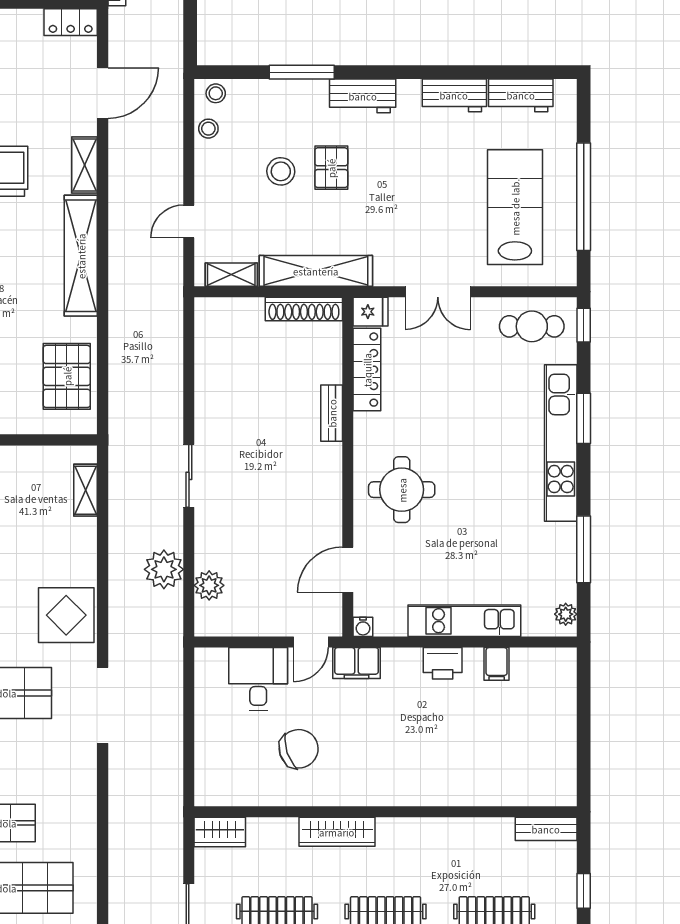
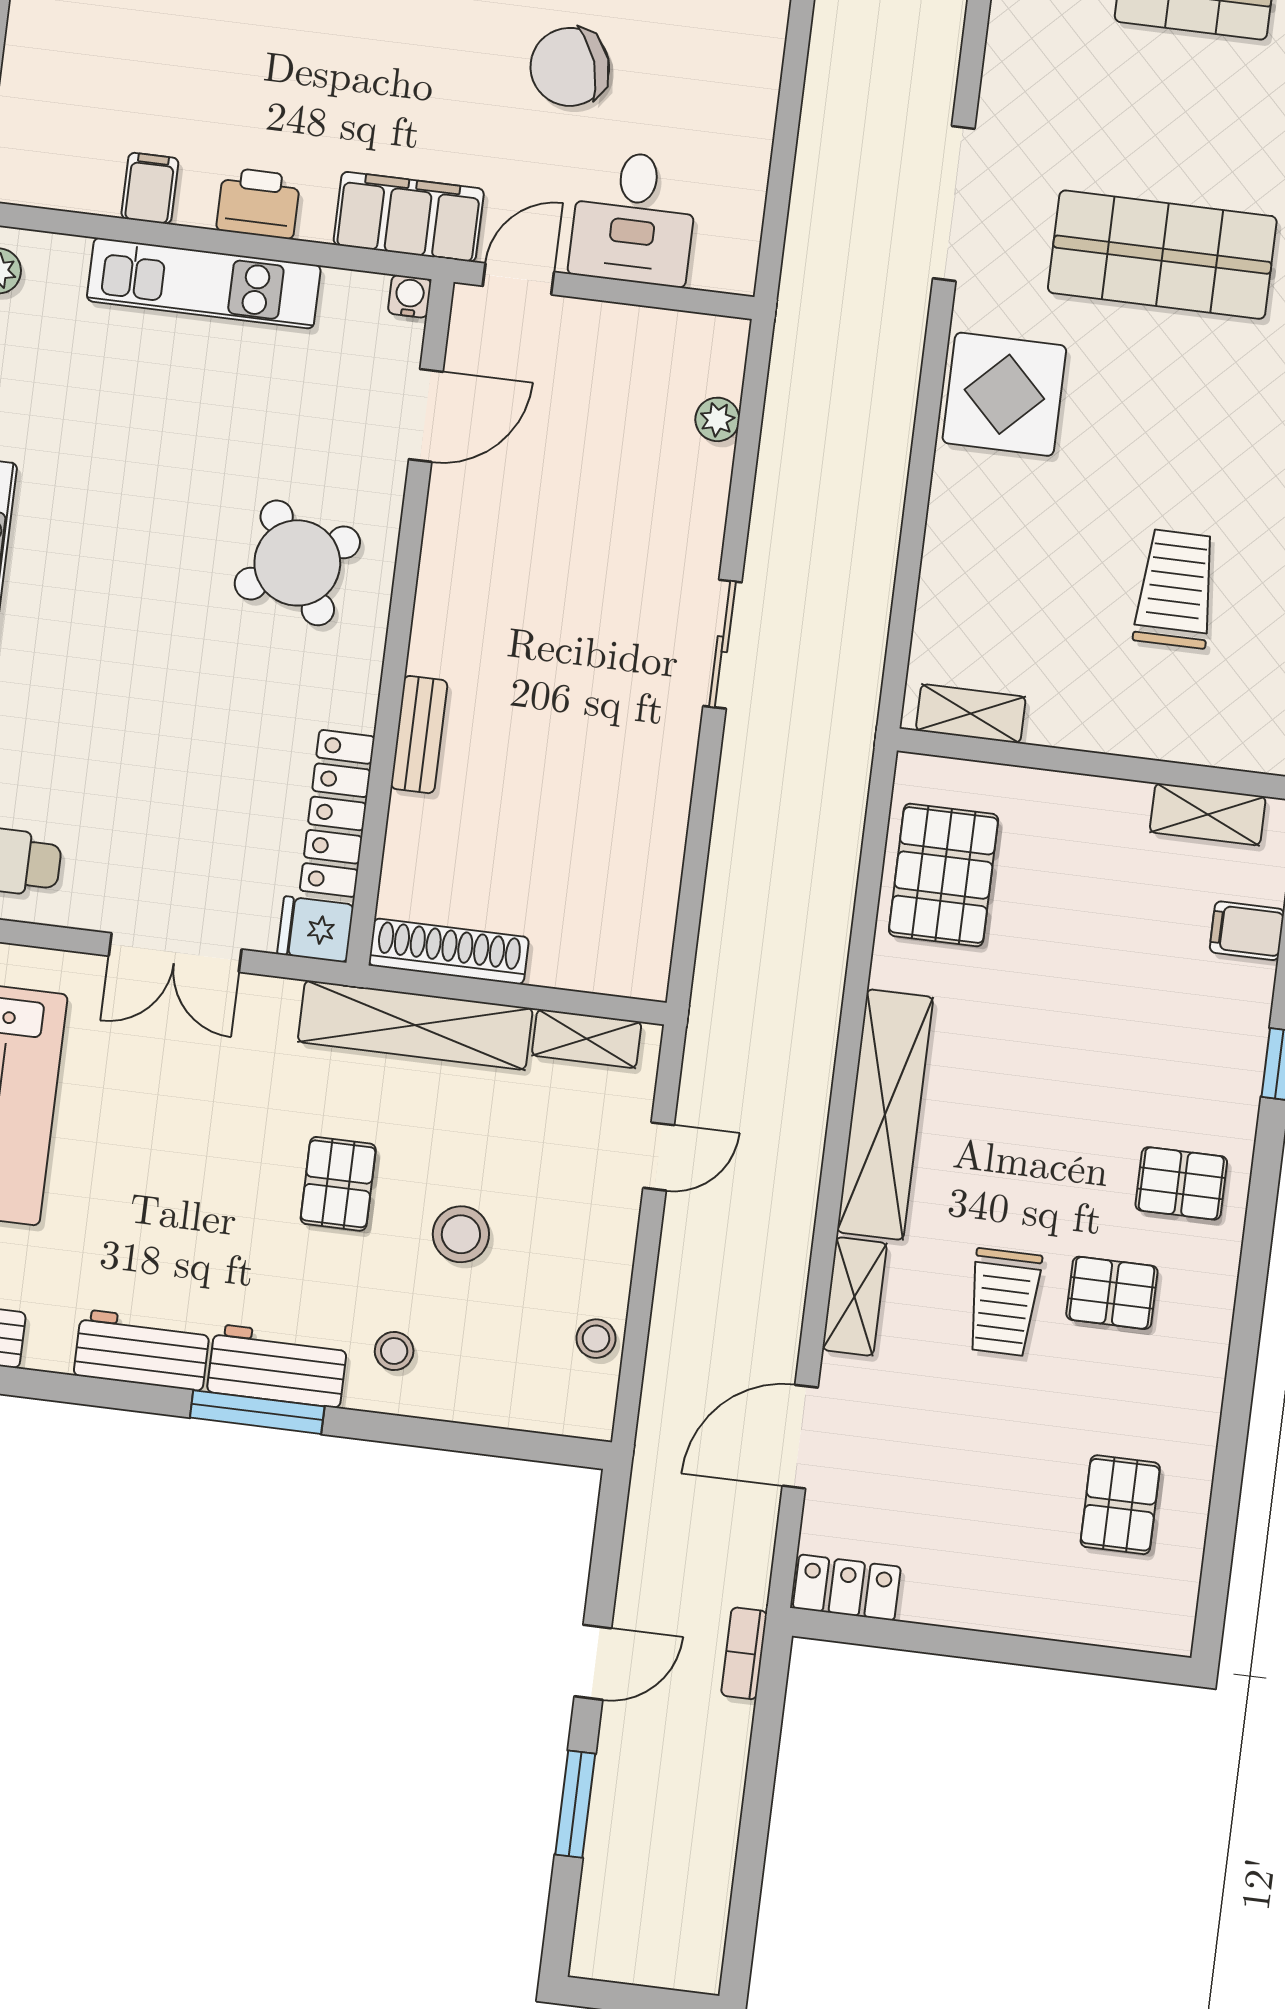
window: (302, 72) -> (257, 1412), moved
stool: (216, 93) -> (394, 1351), moved
workbench: (454, 95) -> (142, 1350), moved
pallet: (331, 168) -> (338, 1184), moved
double door: (438, 292) -> (175, 953), swing flipped
shelving: (86, 490) -> (971, 714), moved, turned 90
round table: (402, 490) -> (297, 563), turned -31
plant: (164, 569) -> (796, 462), removed
plant: (209, 585) -> (717, 419), width x0.73, depth x0.73
filing cabinet: (357, 663) -> (409, 217), width x1.50, depth x1.17

